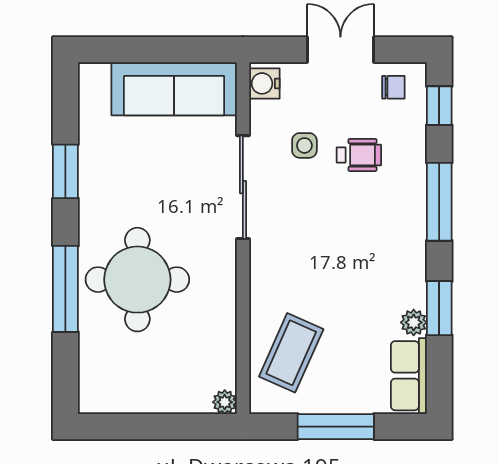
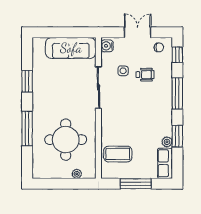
round table: (137, 280) -> (66, 140), moved
coffee table: (291, 353) -> (118, 154), turned 66
plant: (225, 402) -> (77, 174), moved

